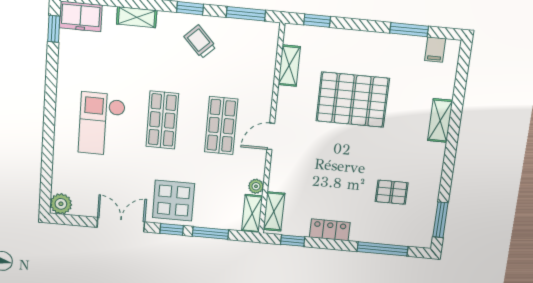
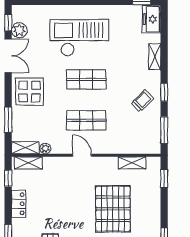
checkout: (102, 124) -> (79, 38), width x1.36, depth x1.21
plant: (61, 204) -> (19, 30), moved
window: (172, 229) -> (8, 23), moved

